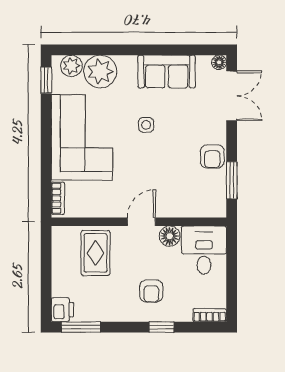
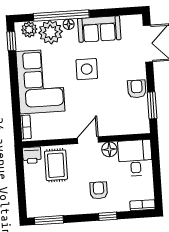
window: (116, 50) -> (61, 16), added
floor lamp: (219, 62) -> (69, 24), moved
side table: (146, 125) -> (87, 69), width x1.87, depth x1.87
armchair: (212, 156) -> (137, 89), turned 180
armchair: (151, 291) -> (99, 190), turned 180
printer: (62, 310) -> (32, 155), moved, turned 90

